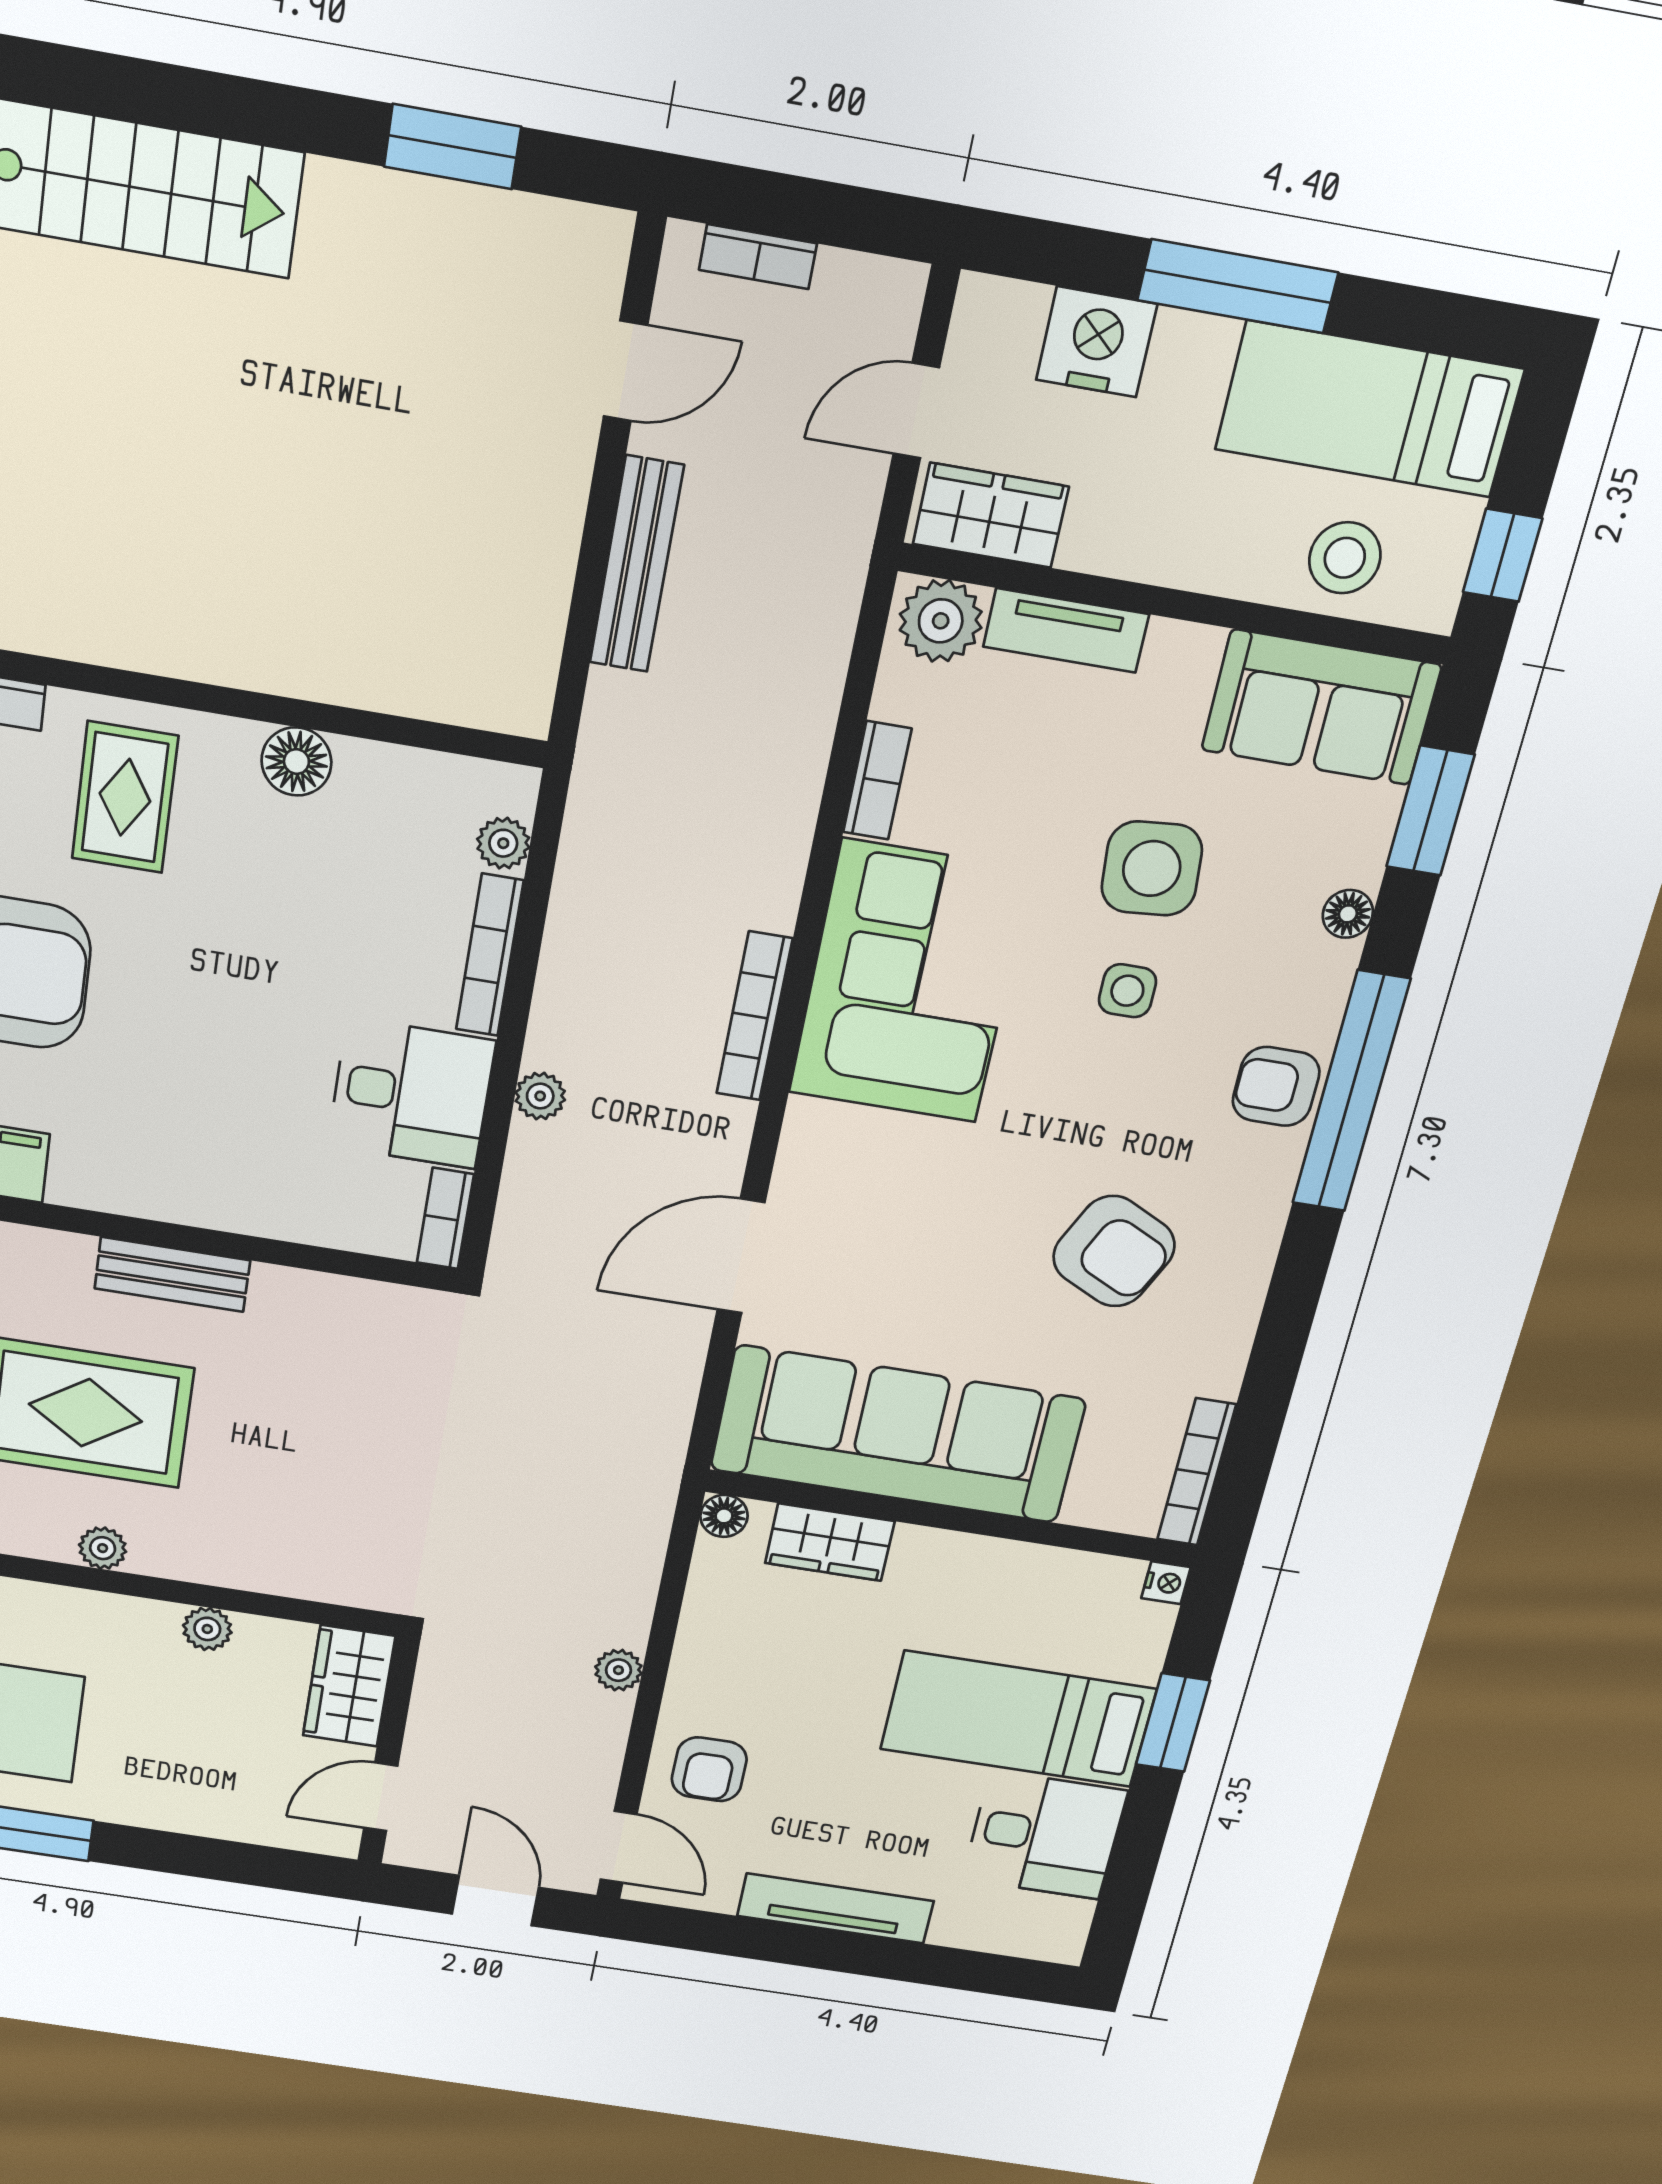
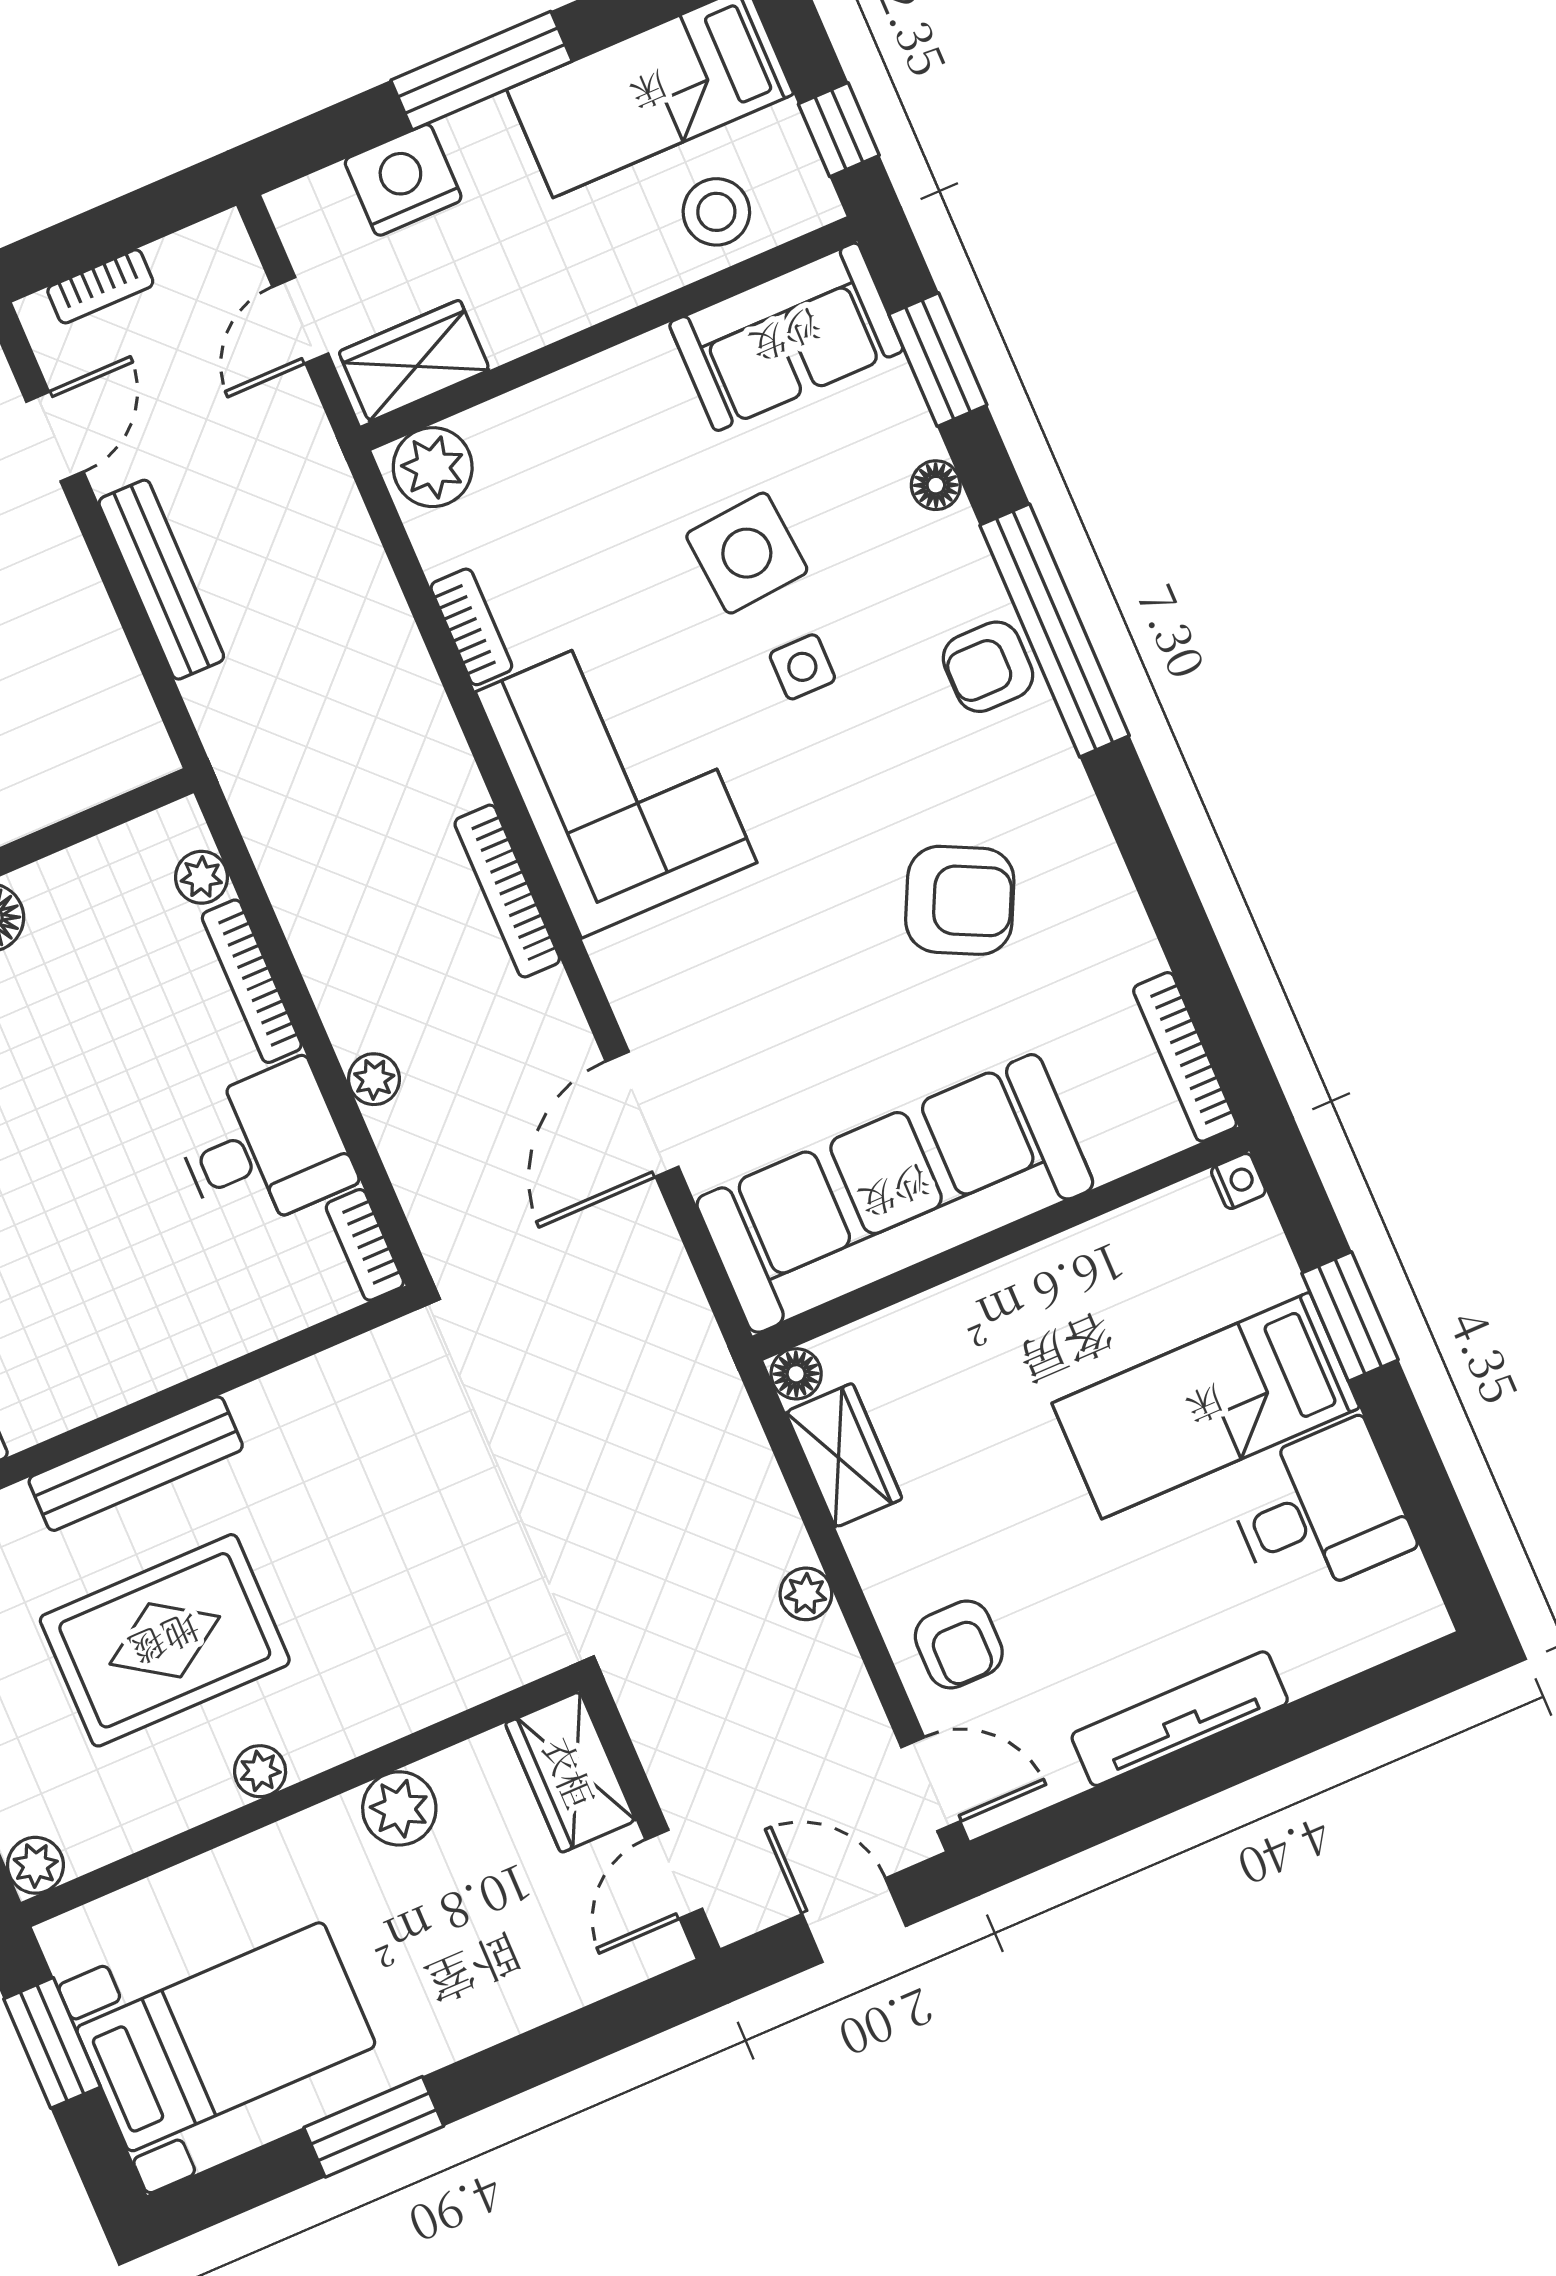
tv unit: (1066, 630) -> (538, 410), removed
bench: (172, 1274) -> (136, 1464), width x1.36
wardrobe: (830, 1542) -> (844, 1455), moved, turned -90
plant: (207, 1629) -> (399, 1808), width x1.38, depth x1.38

